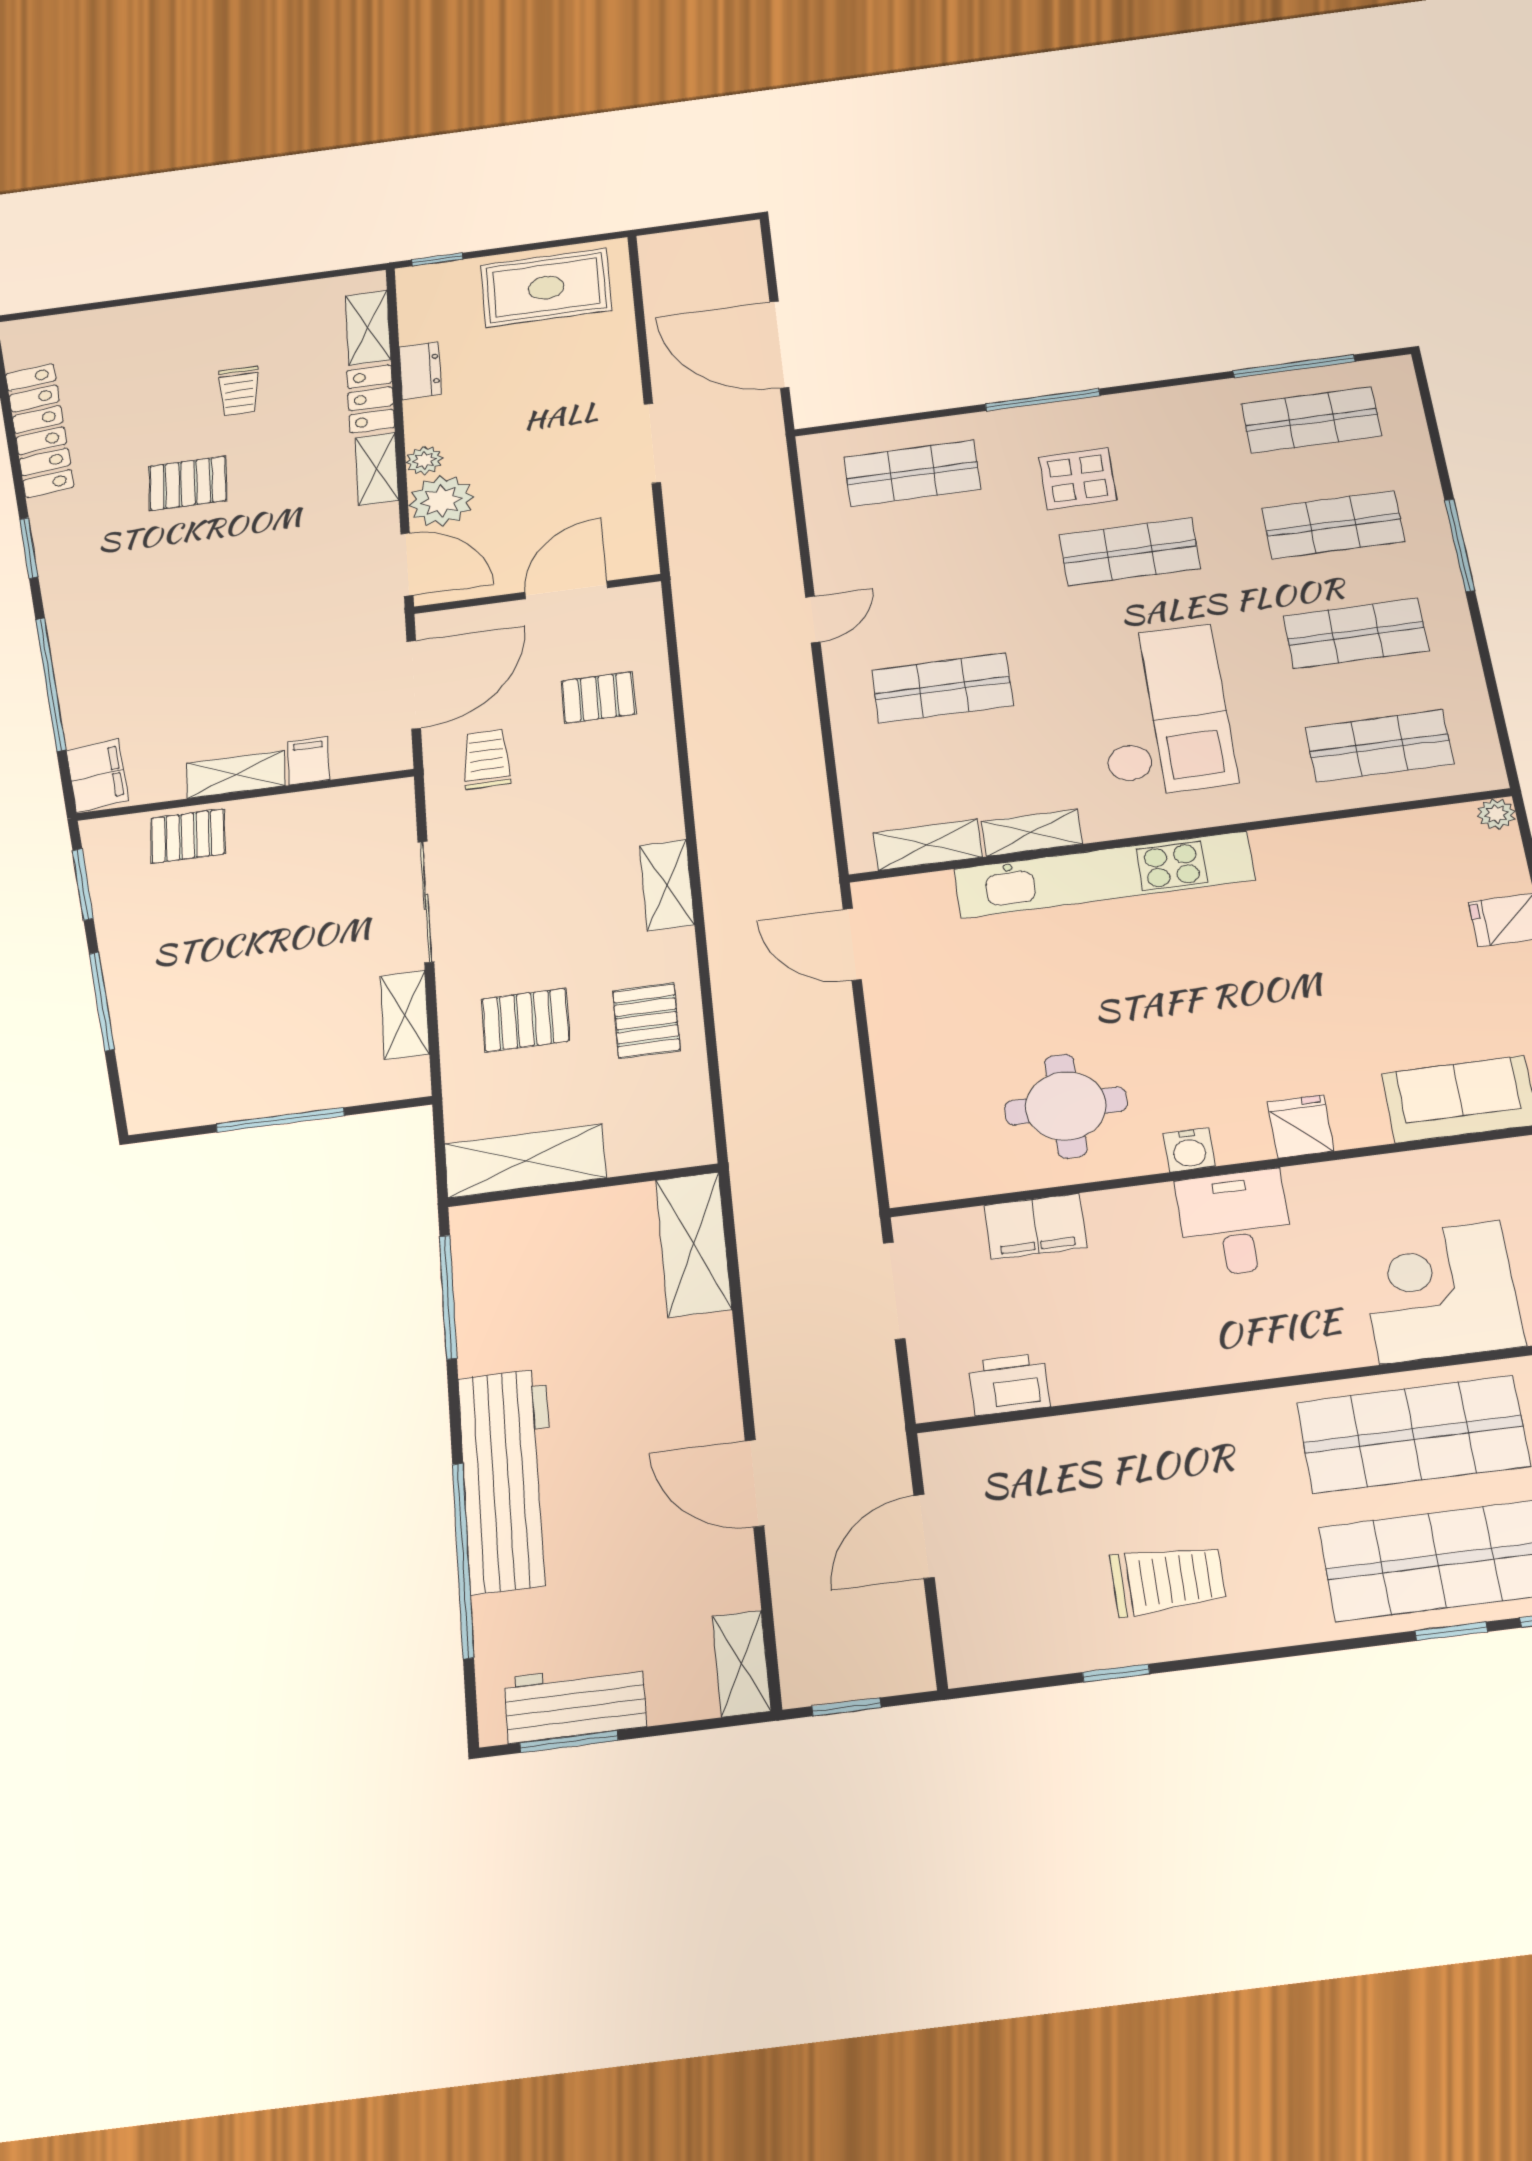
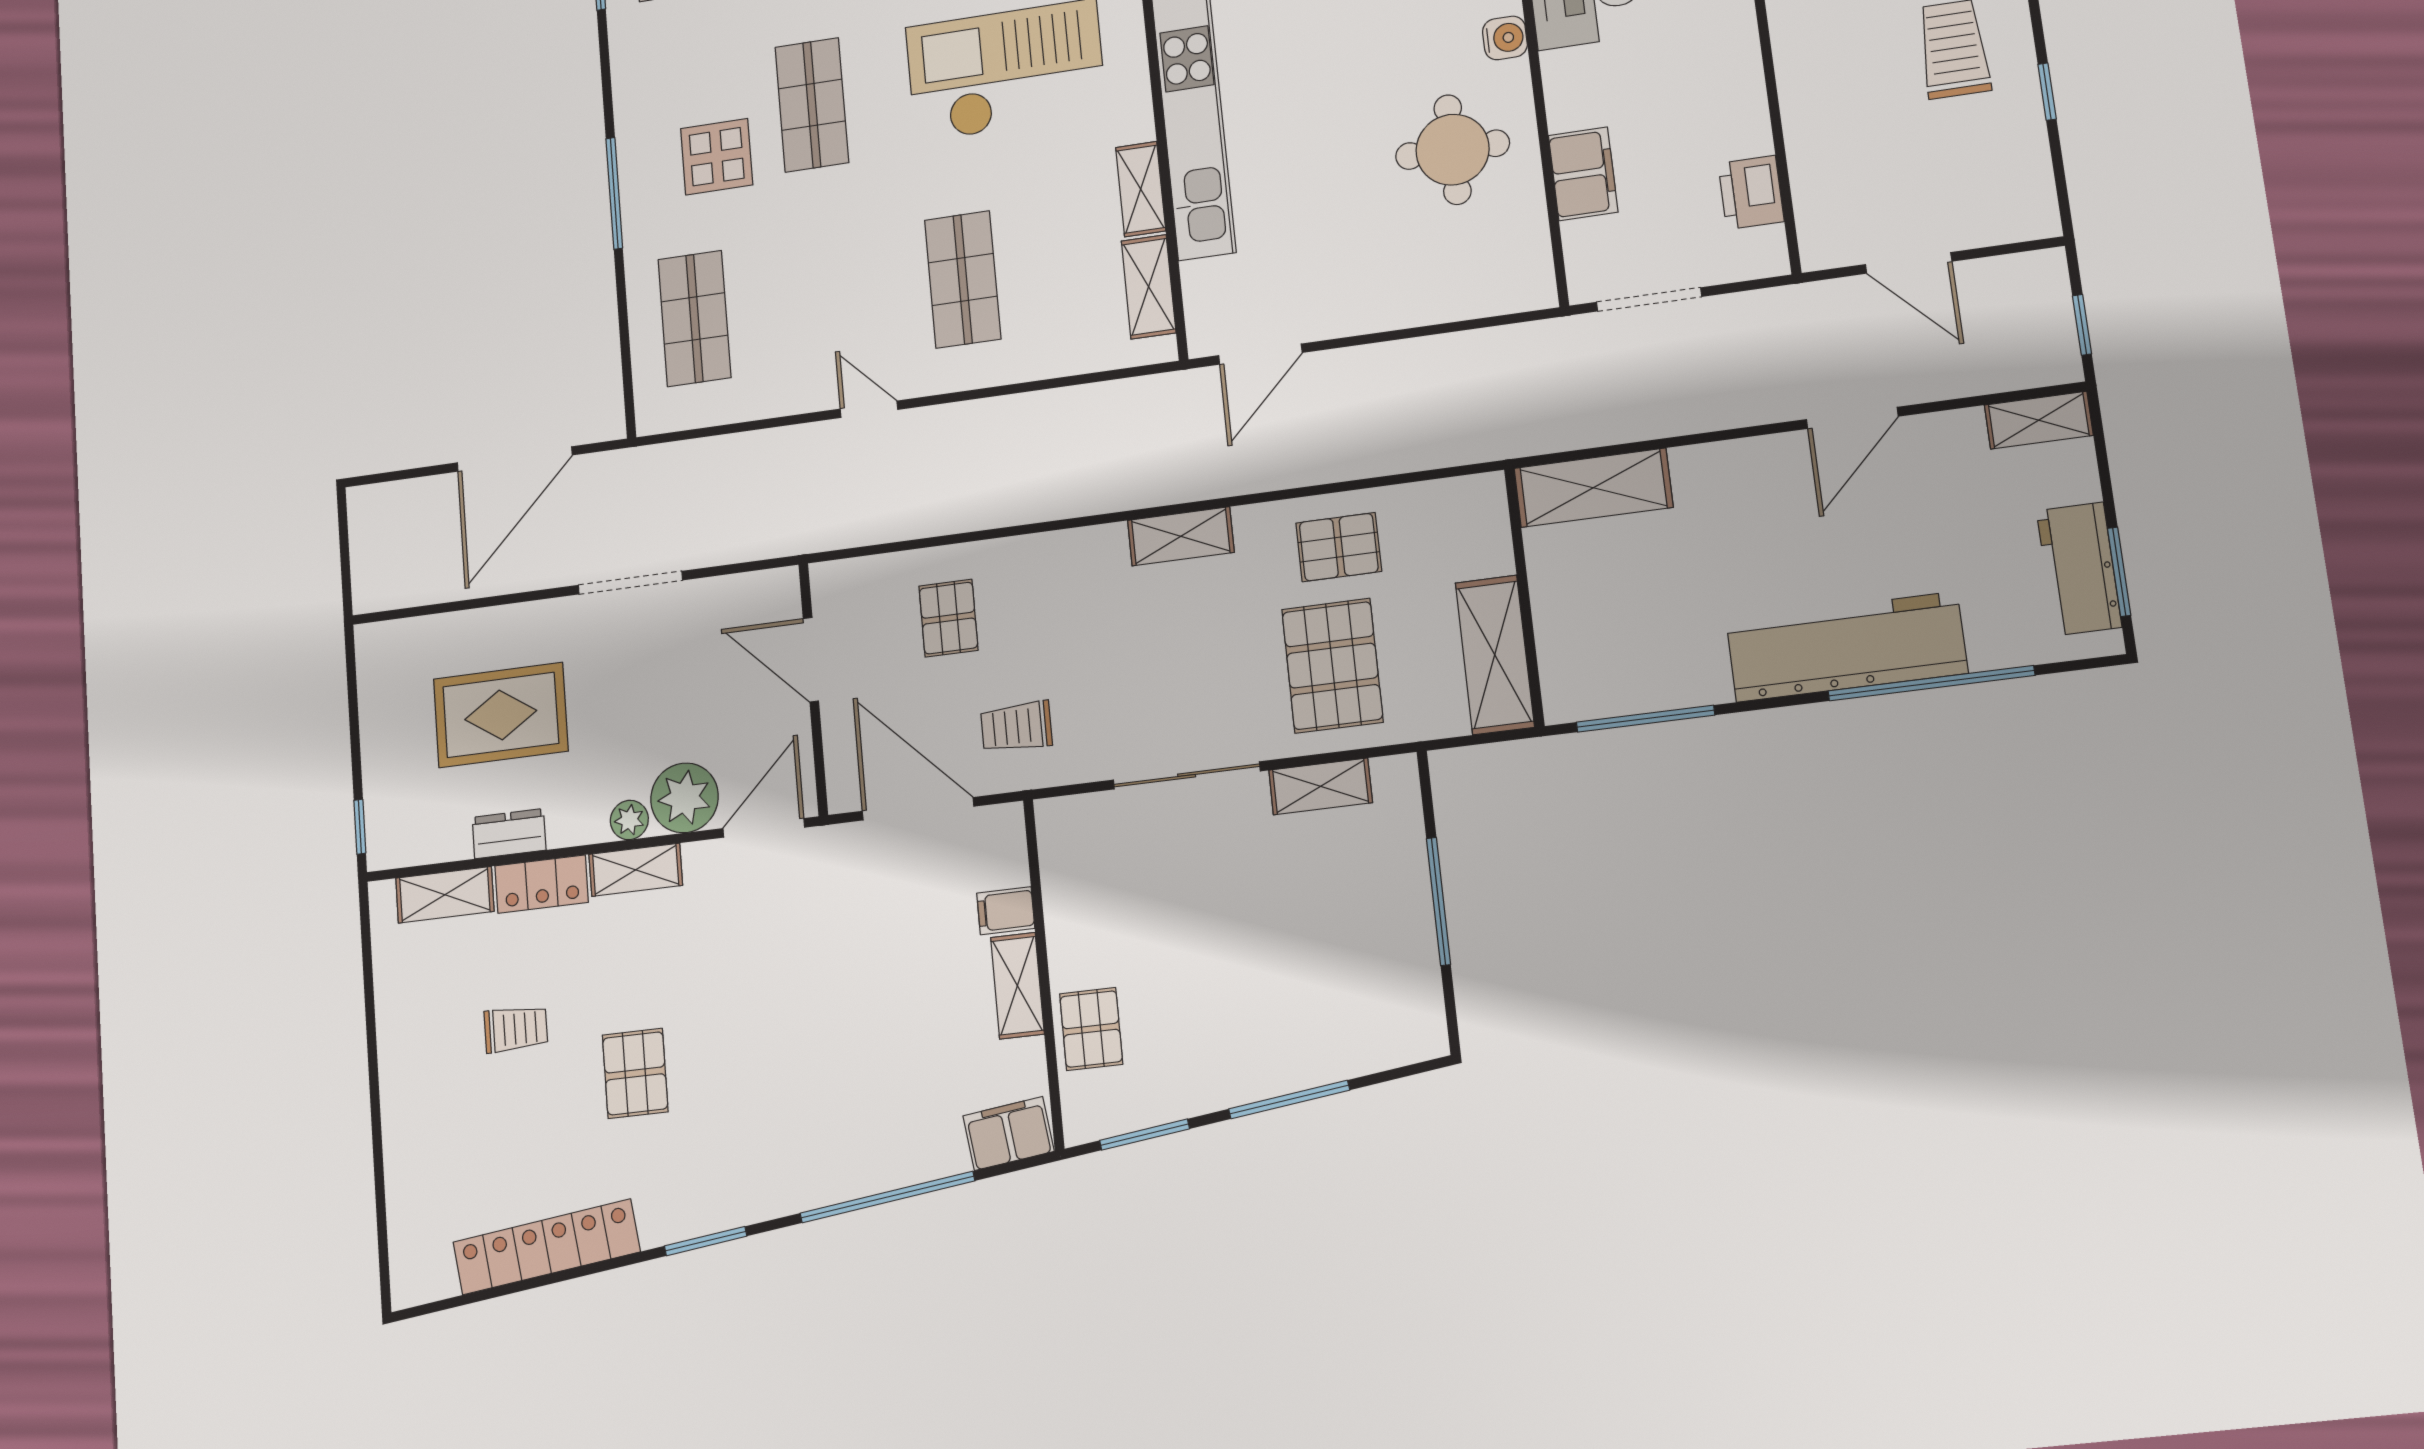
rug: (546, 288) -> (501, 715), moved, turned 90
pallet: (525, 1020) -> (1332, 666), width x1.50, depth x1.42

